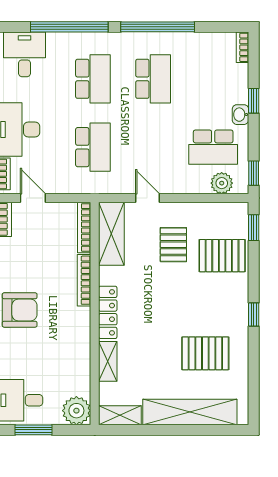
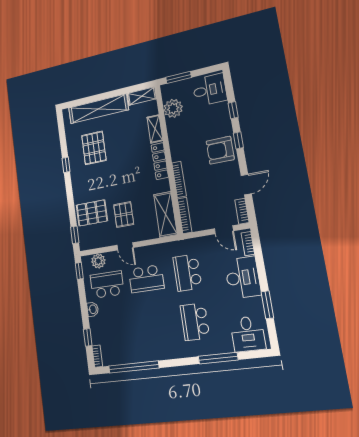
window: (69, 27) -> (218, 358), width x0.68
window: (158, 27) -> (134, 367), moved
school desk: (153, 79) -> (146, 279), moved, turned -90
window: (254, 101) -> (88, 337), moved
door: (148, 198) -> (125, 246), moved
window: (254, 315) -> (66, 165), moved
pallet: (205, 353) -> (94, 148), turned 90
plant: (76, 411) -> (173, 108), moved
window: (34, 430) -> (179, 77), moved

